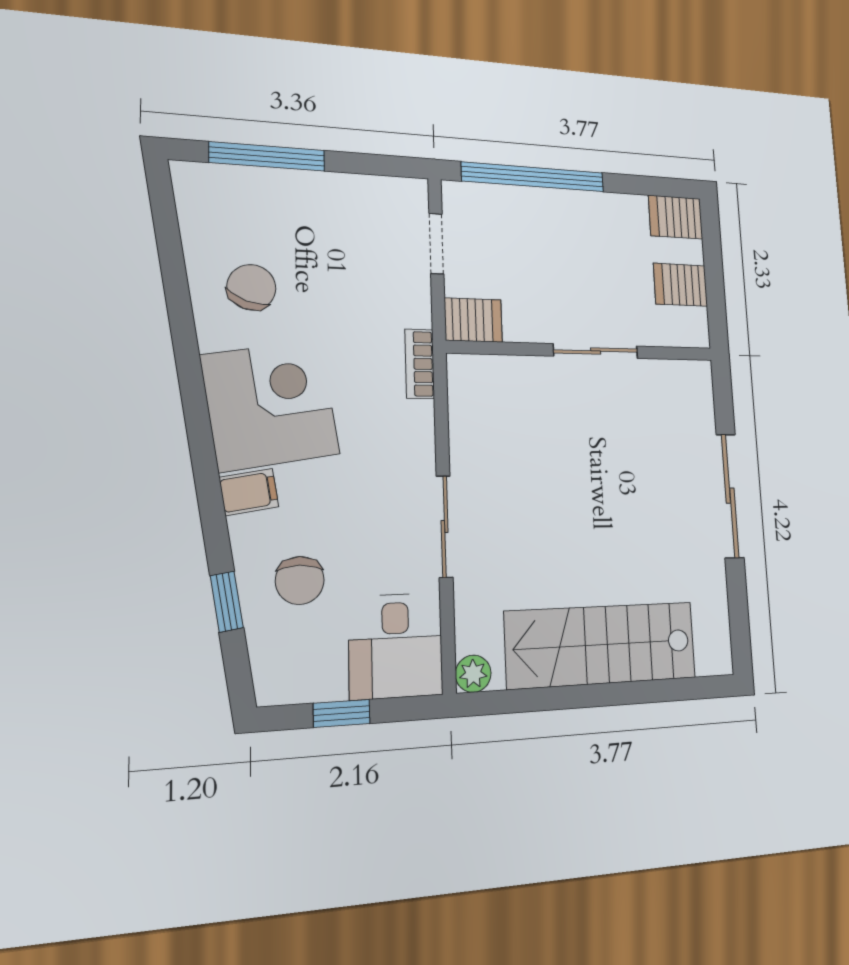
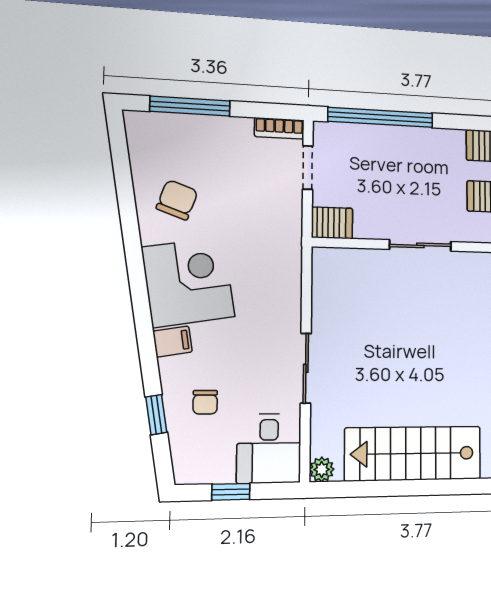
bookcase: (420, 364) -> (279, 128), moved, turned -90
chair: (300, 580) -> (205, 402), width x0.73, depth x0.73

